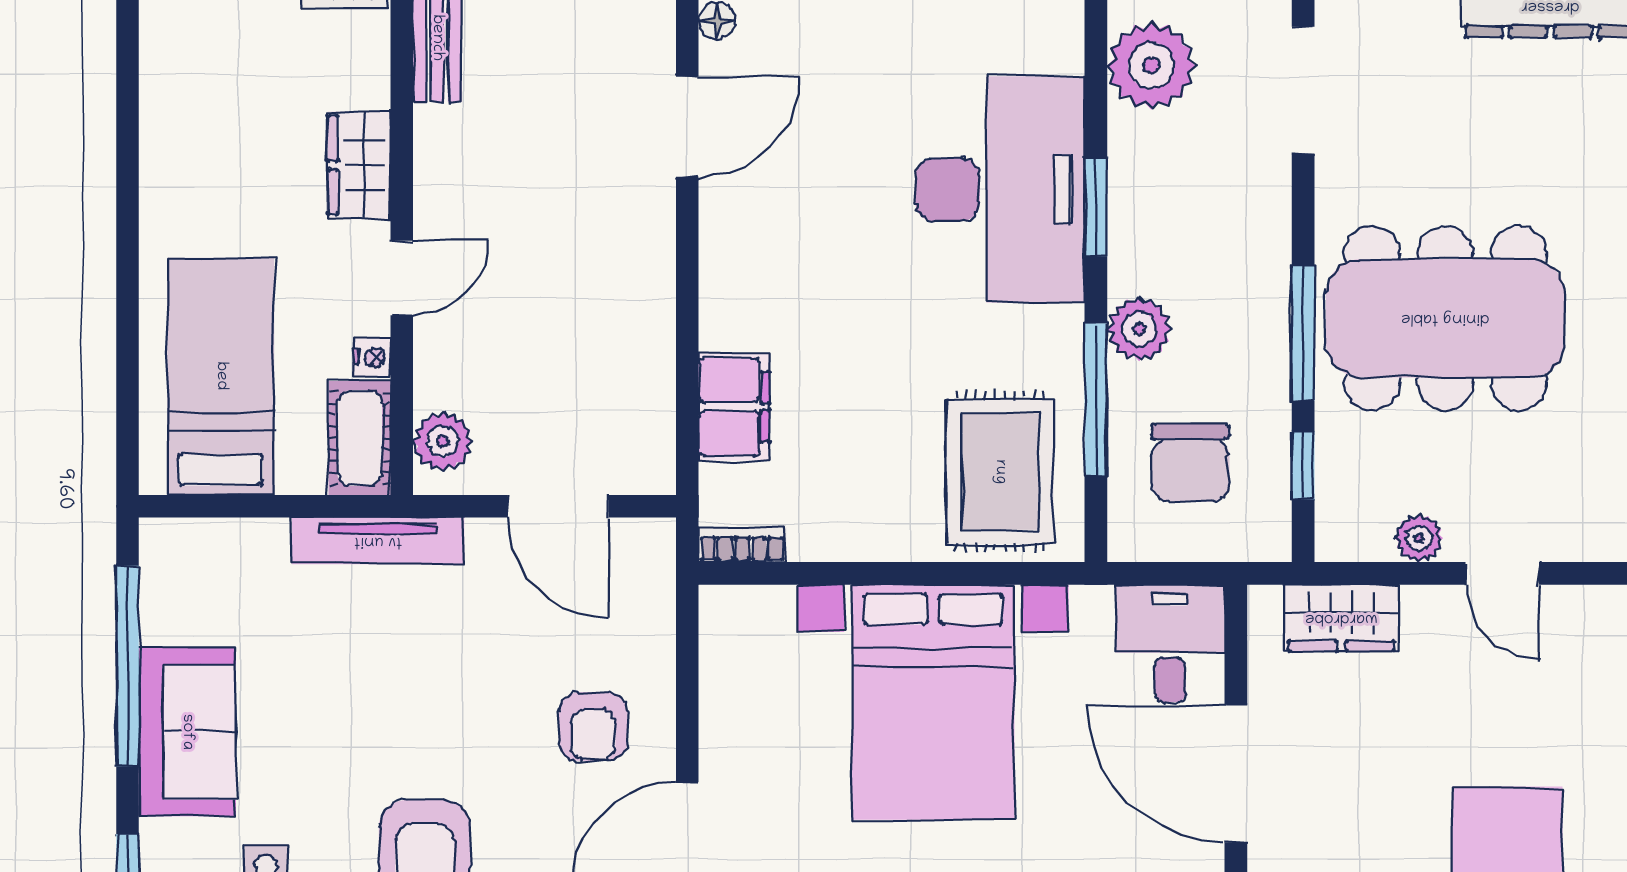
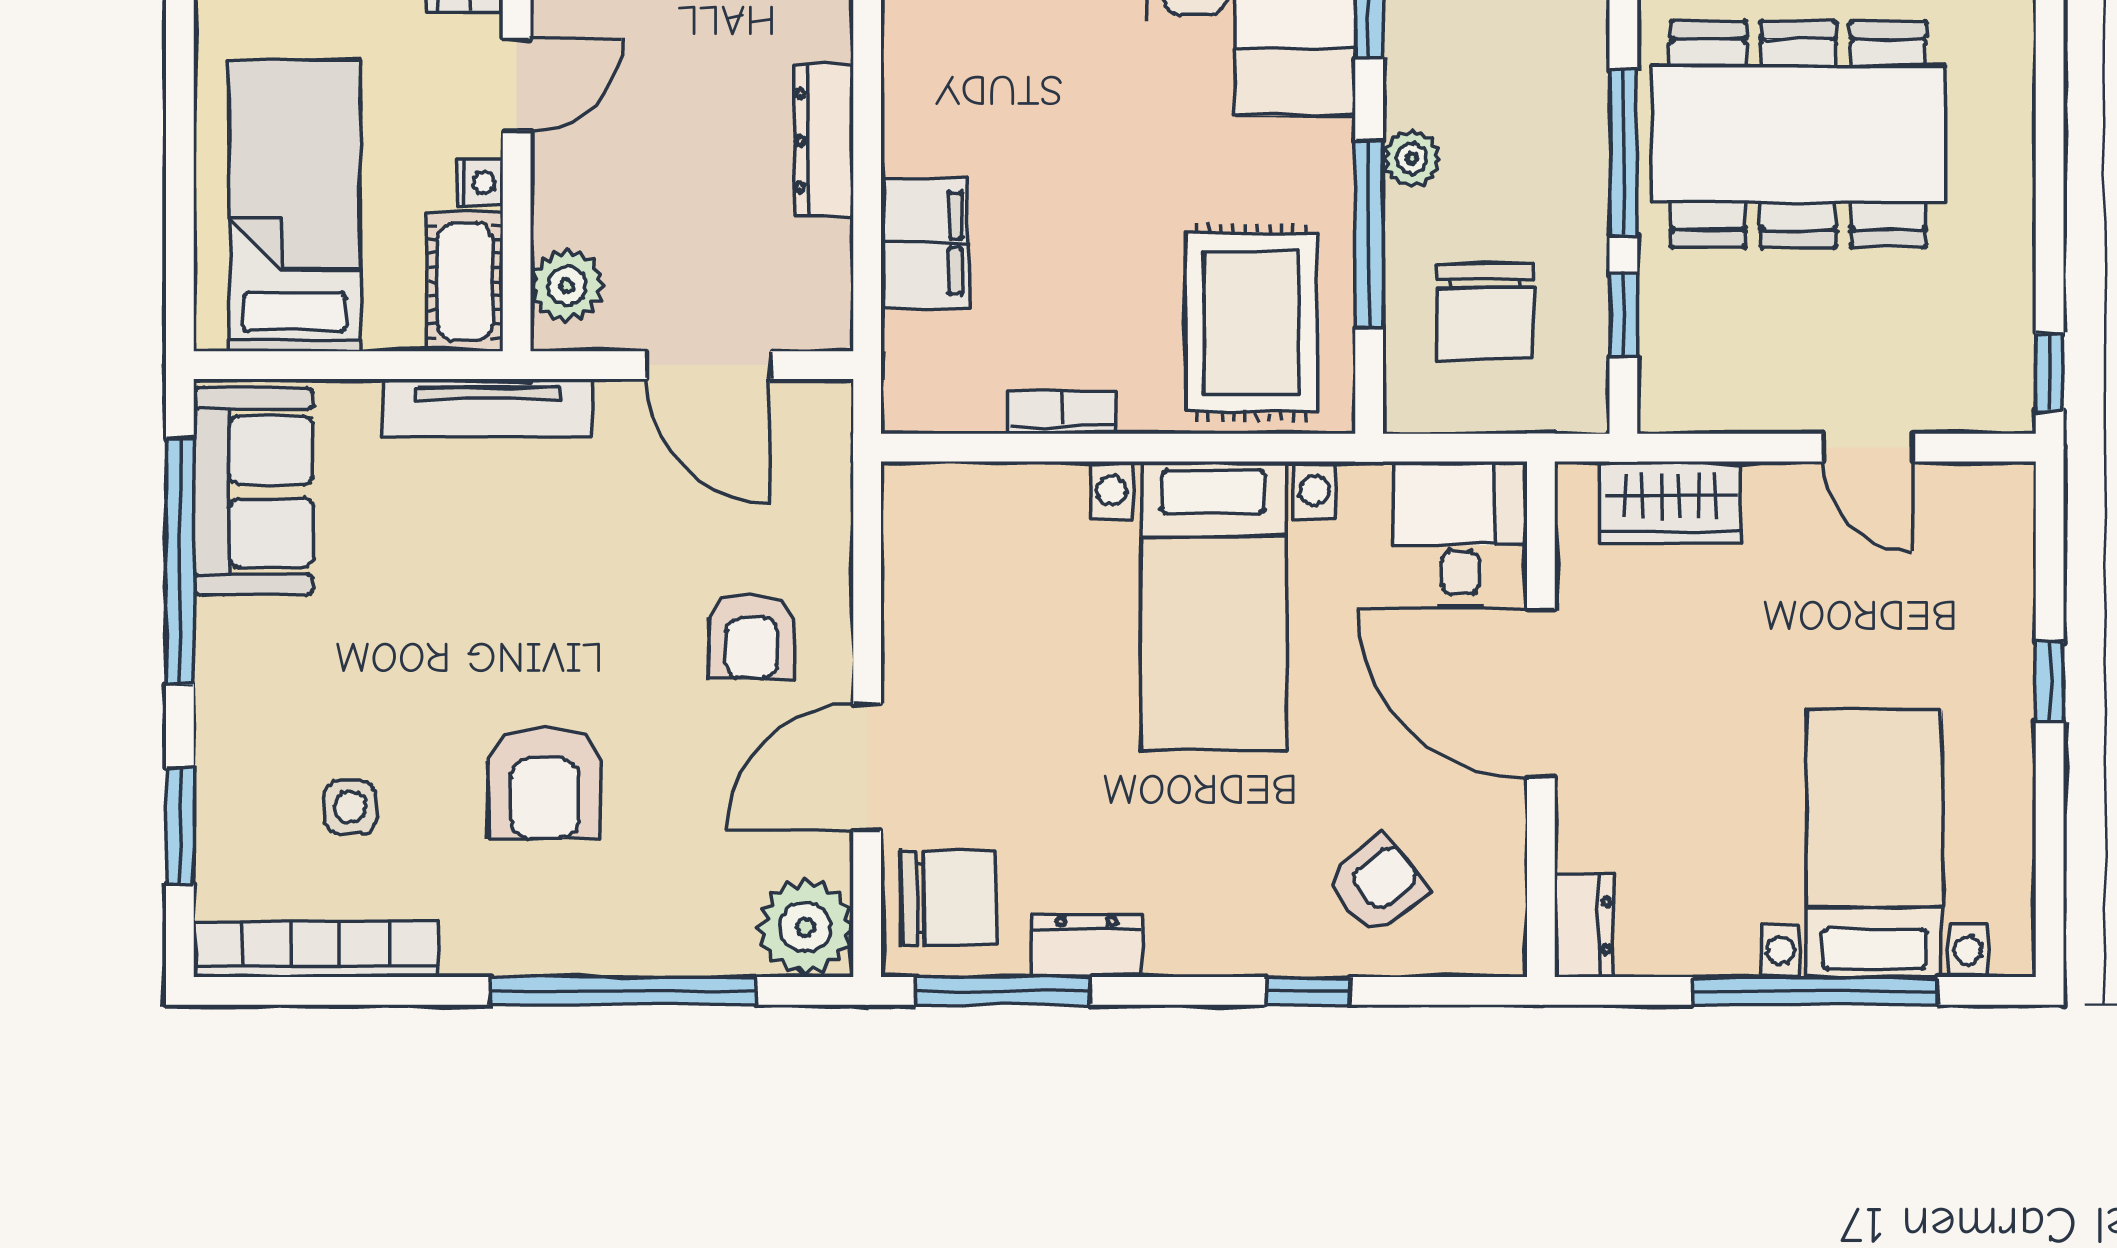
dresser: (652, 323) -> (824, 140), added
plant: (1139, 329) -> (1411, 158), width x0.73, depth x0.73
plant: (1419, 538) -> (1766, 405), removed
bookcase: (742, 545) -> (1062, 412), moved
bed with nightstands: (933, 702) -> (1213, 606), width x0.73
sofa: (187, 732) -> (253, 491), moved

